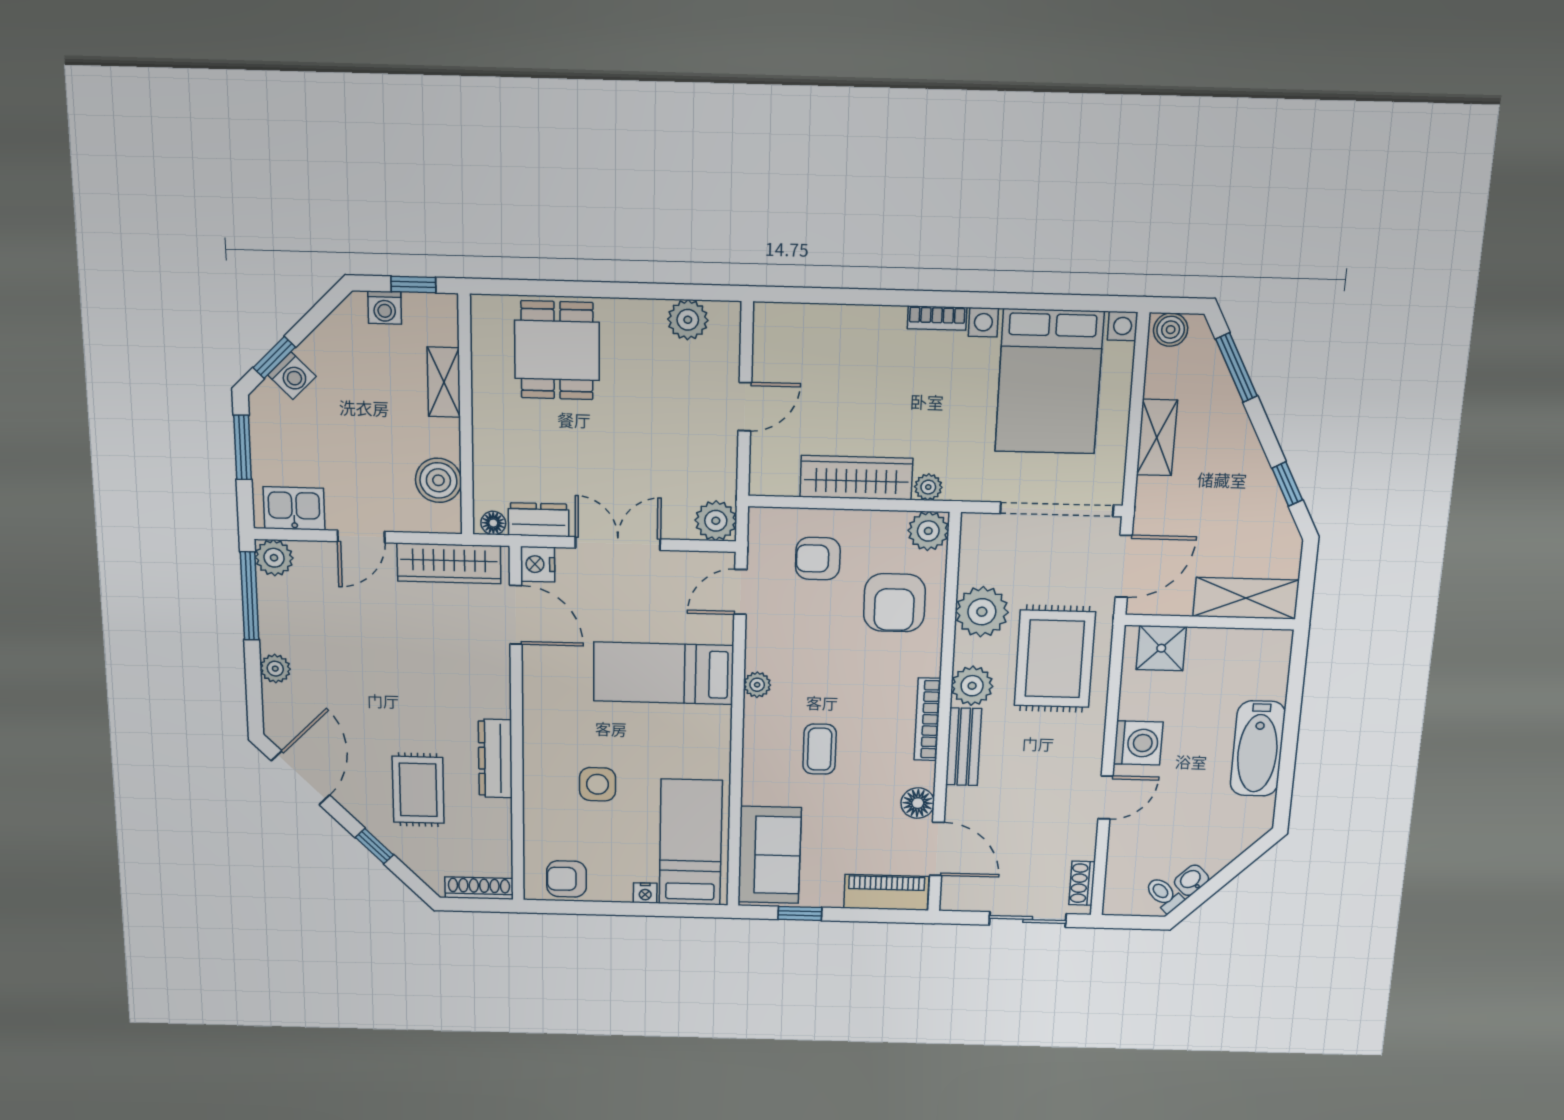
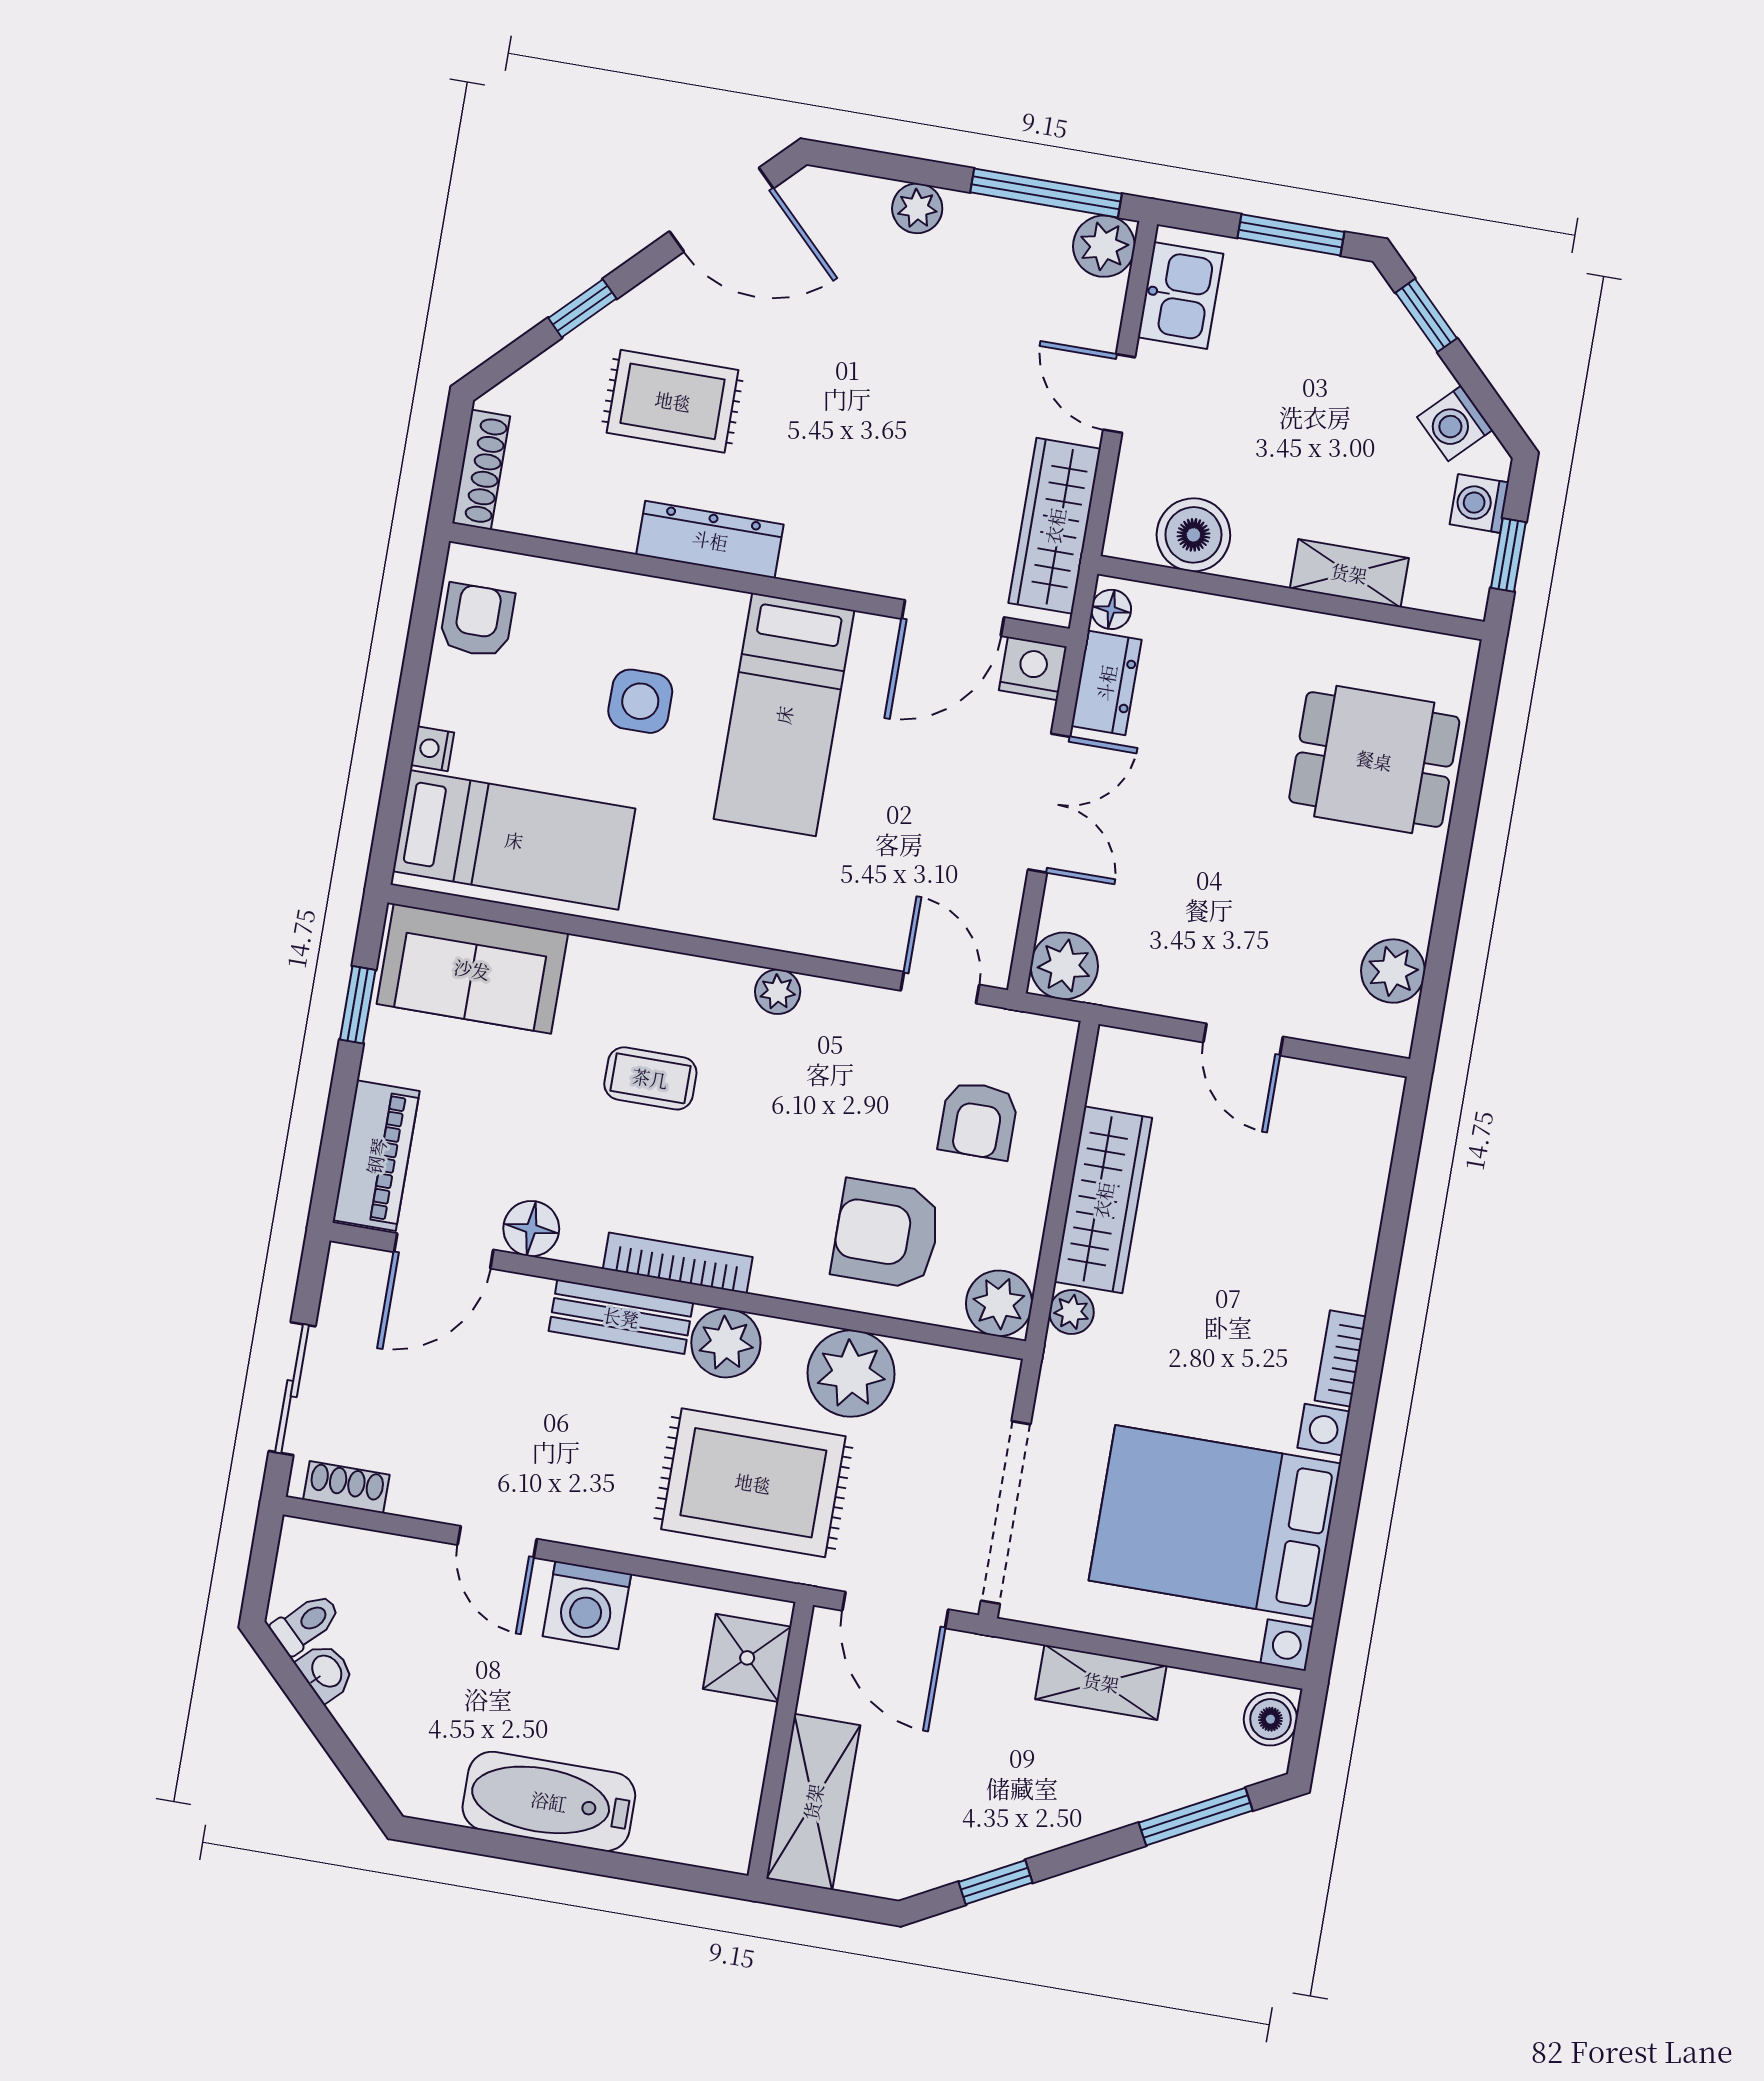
washing machine: (292, 376) -> (1455, 423), moved
armchair: (818, 559) -> (978, 1120), turned 180
bed: (663, 673) -> (784, 715), moved, turned 180

